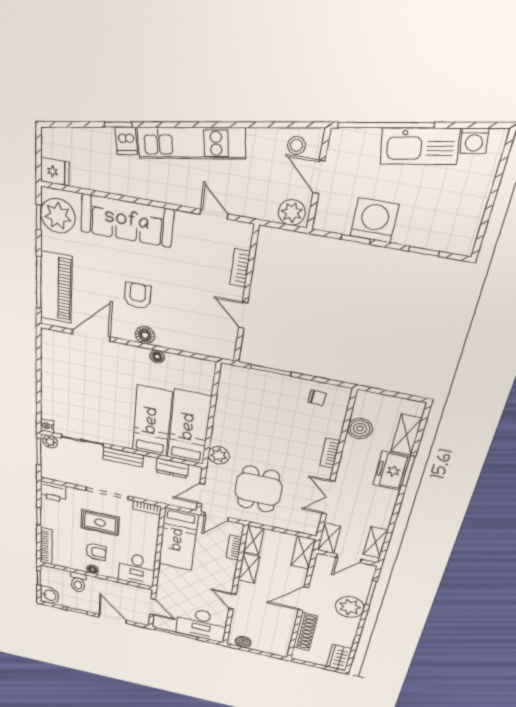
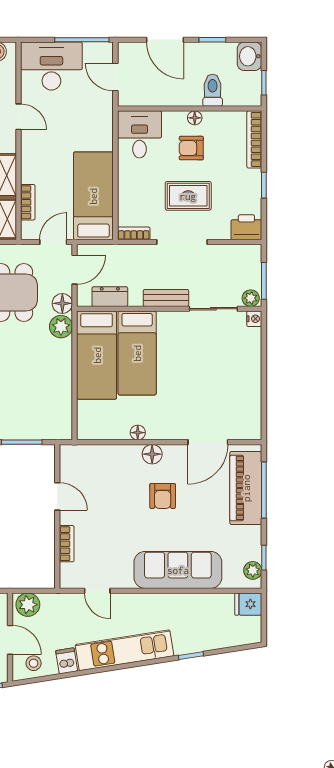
dishwasher: (126, 141) -> (67, 661), moved
plant: (58, 216) -> (253, 570), width x0.53, depth x0.53
floor lamp: (215, 472) -> (62, 303), added

